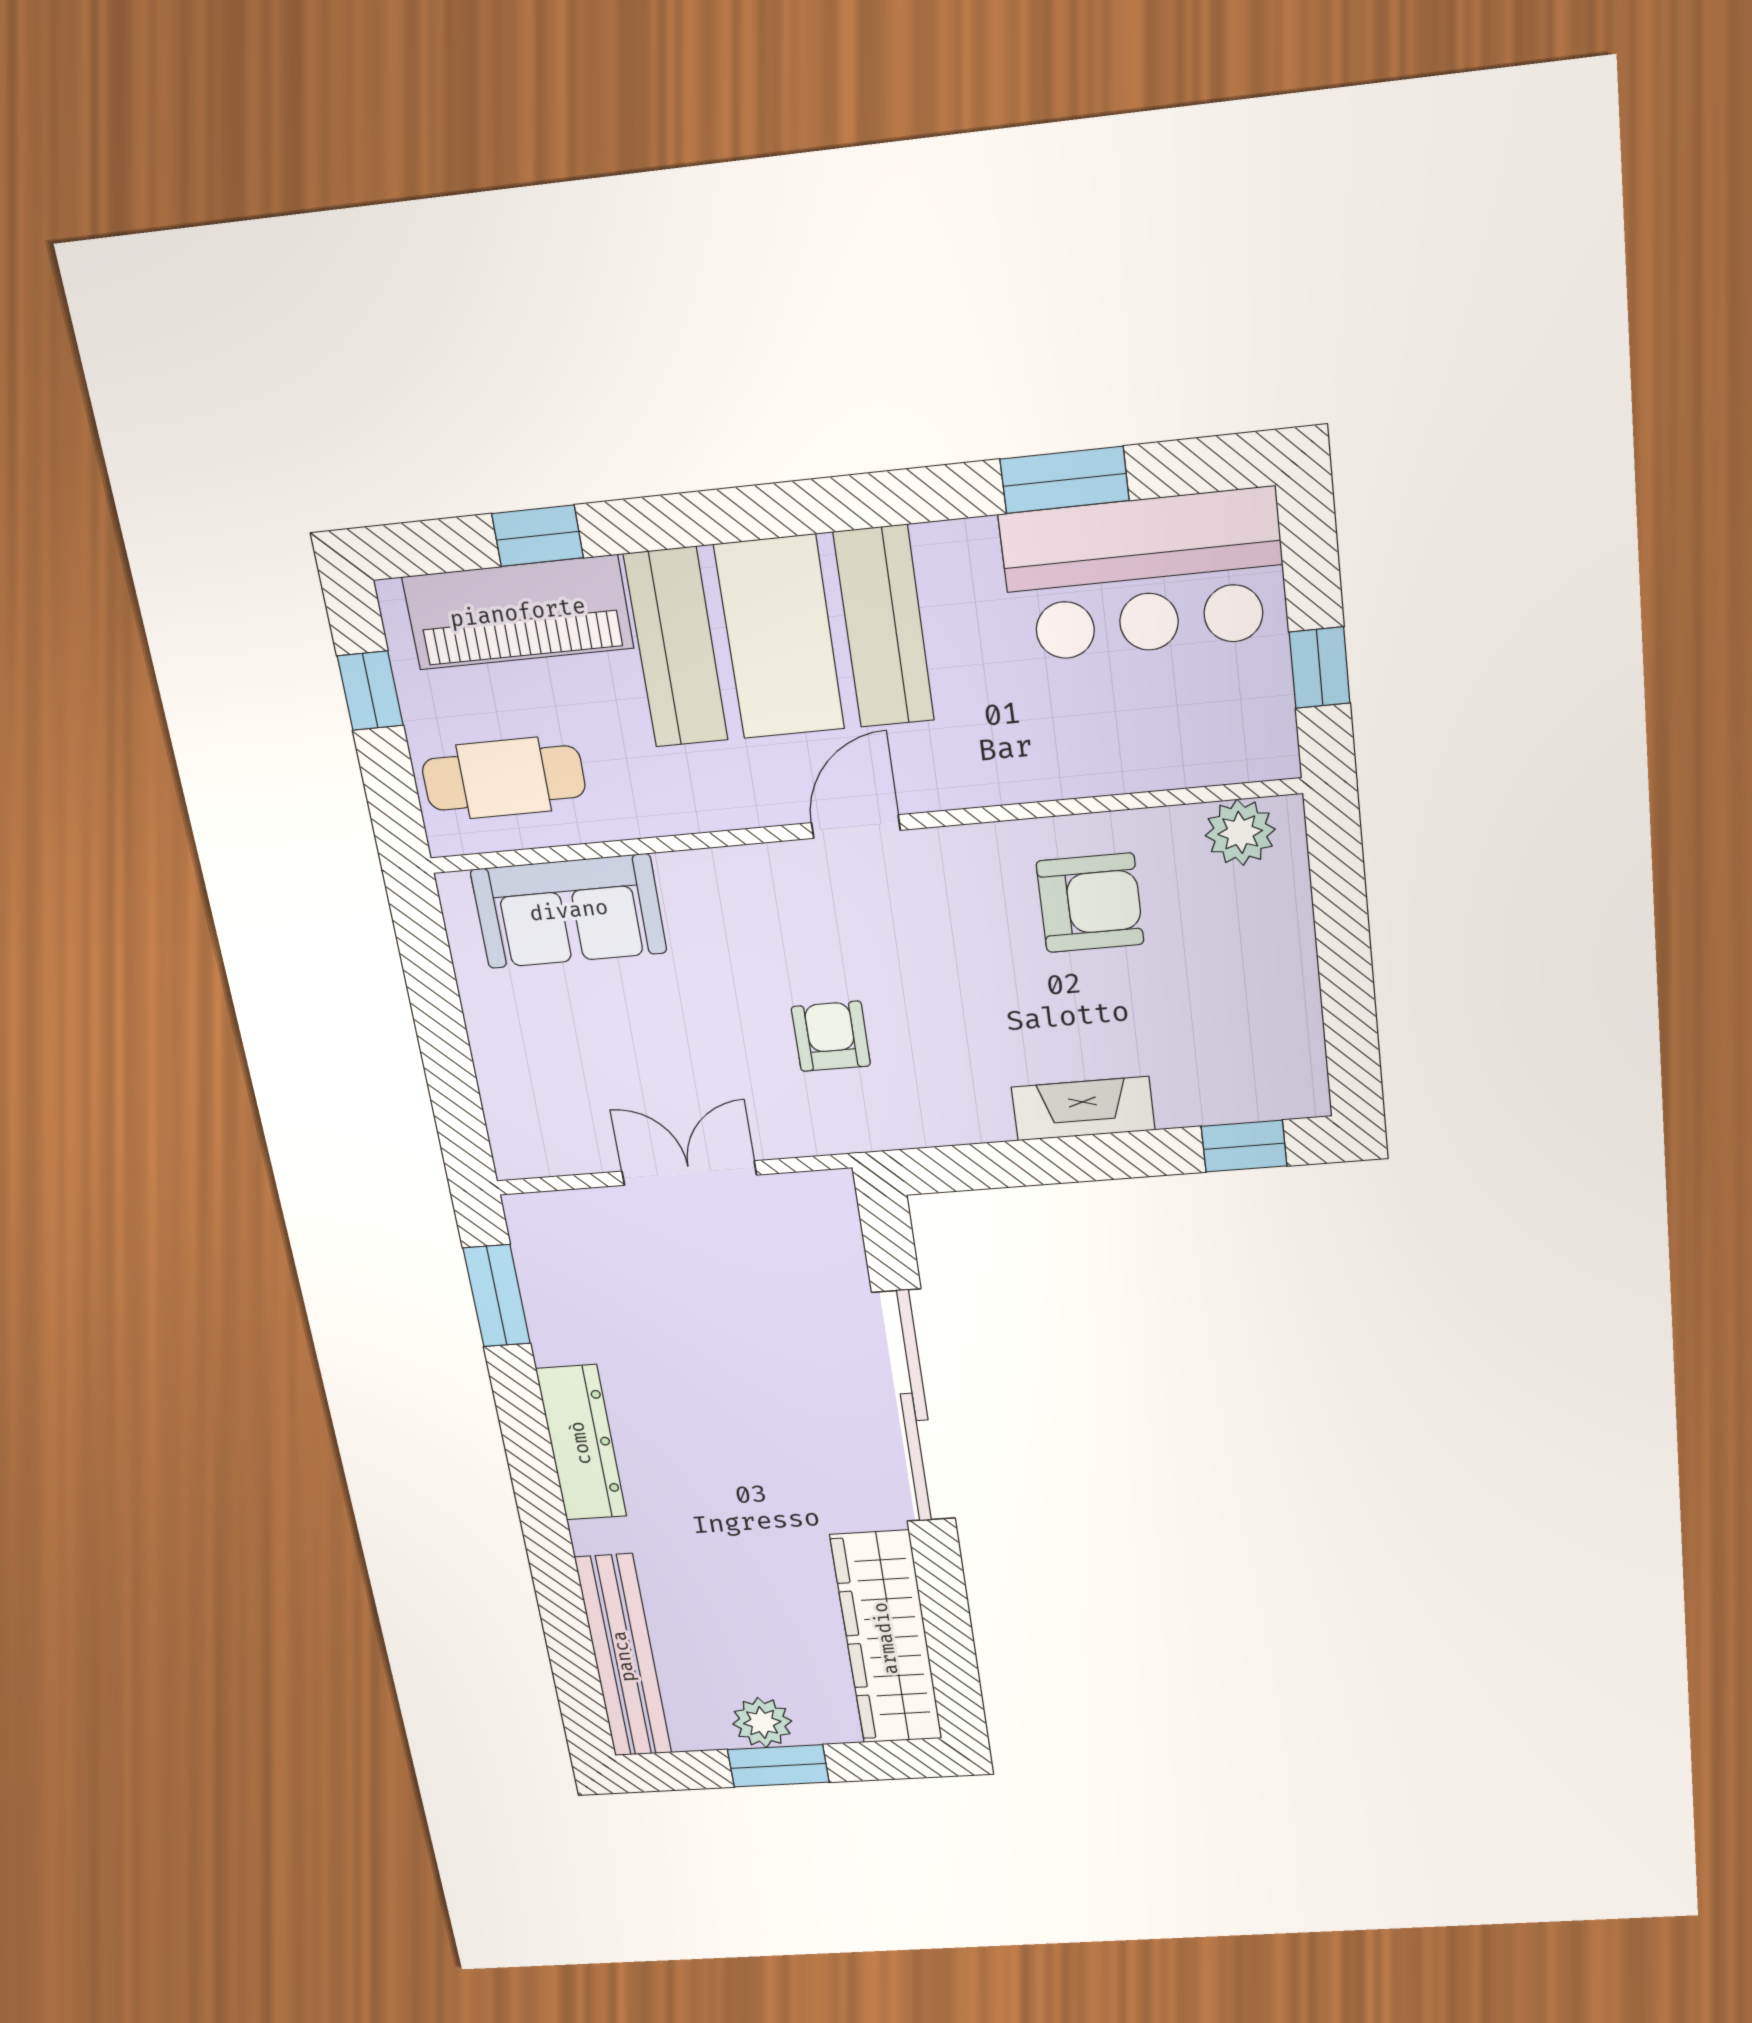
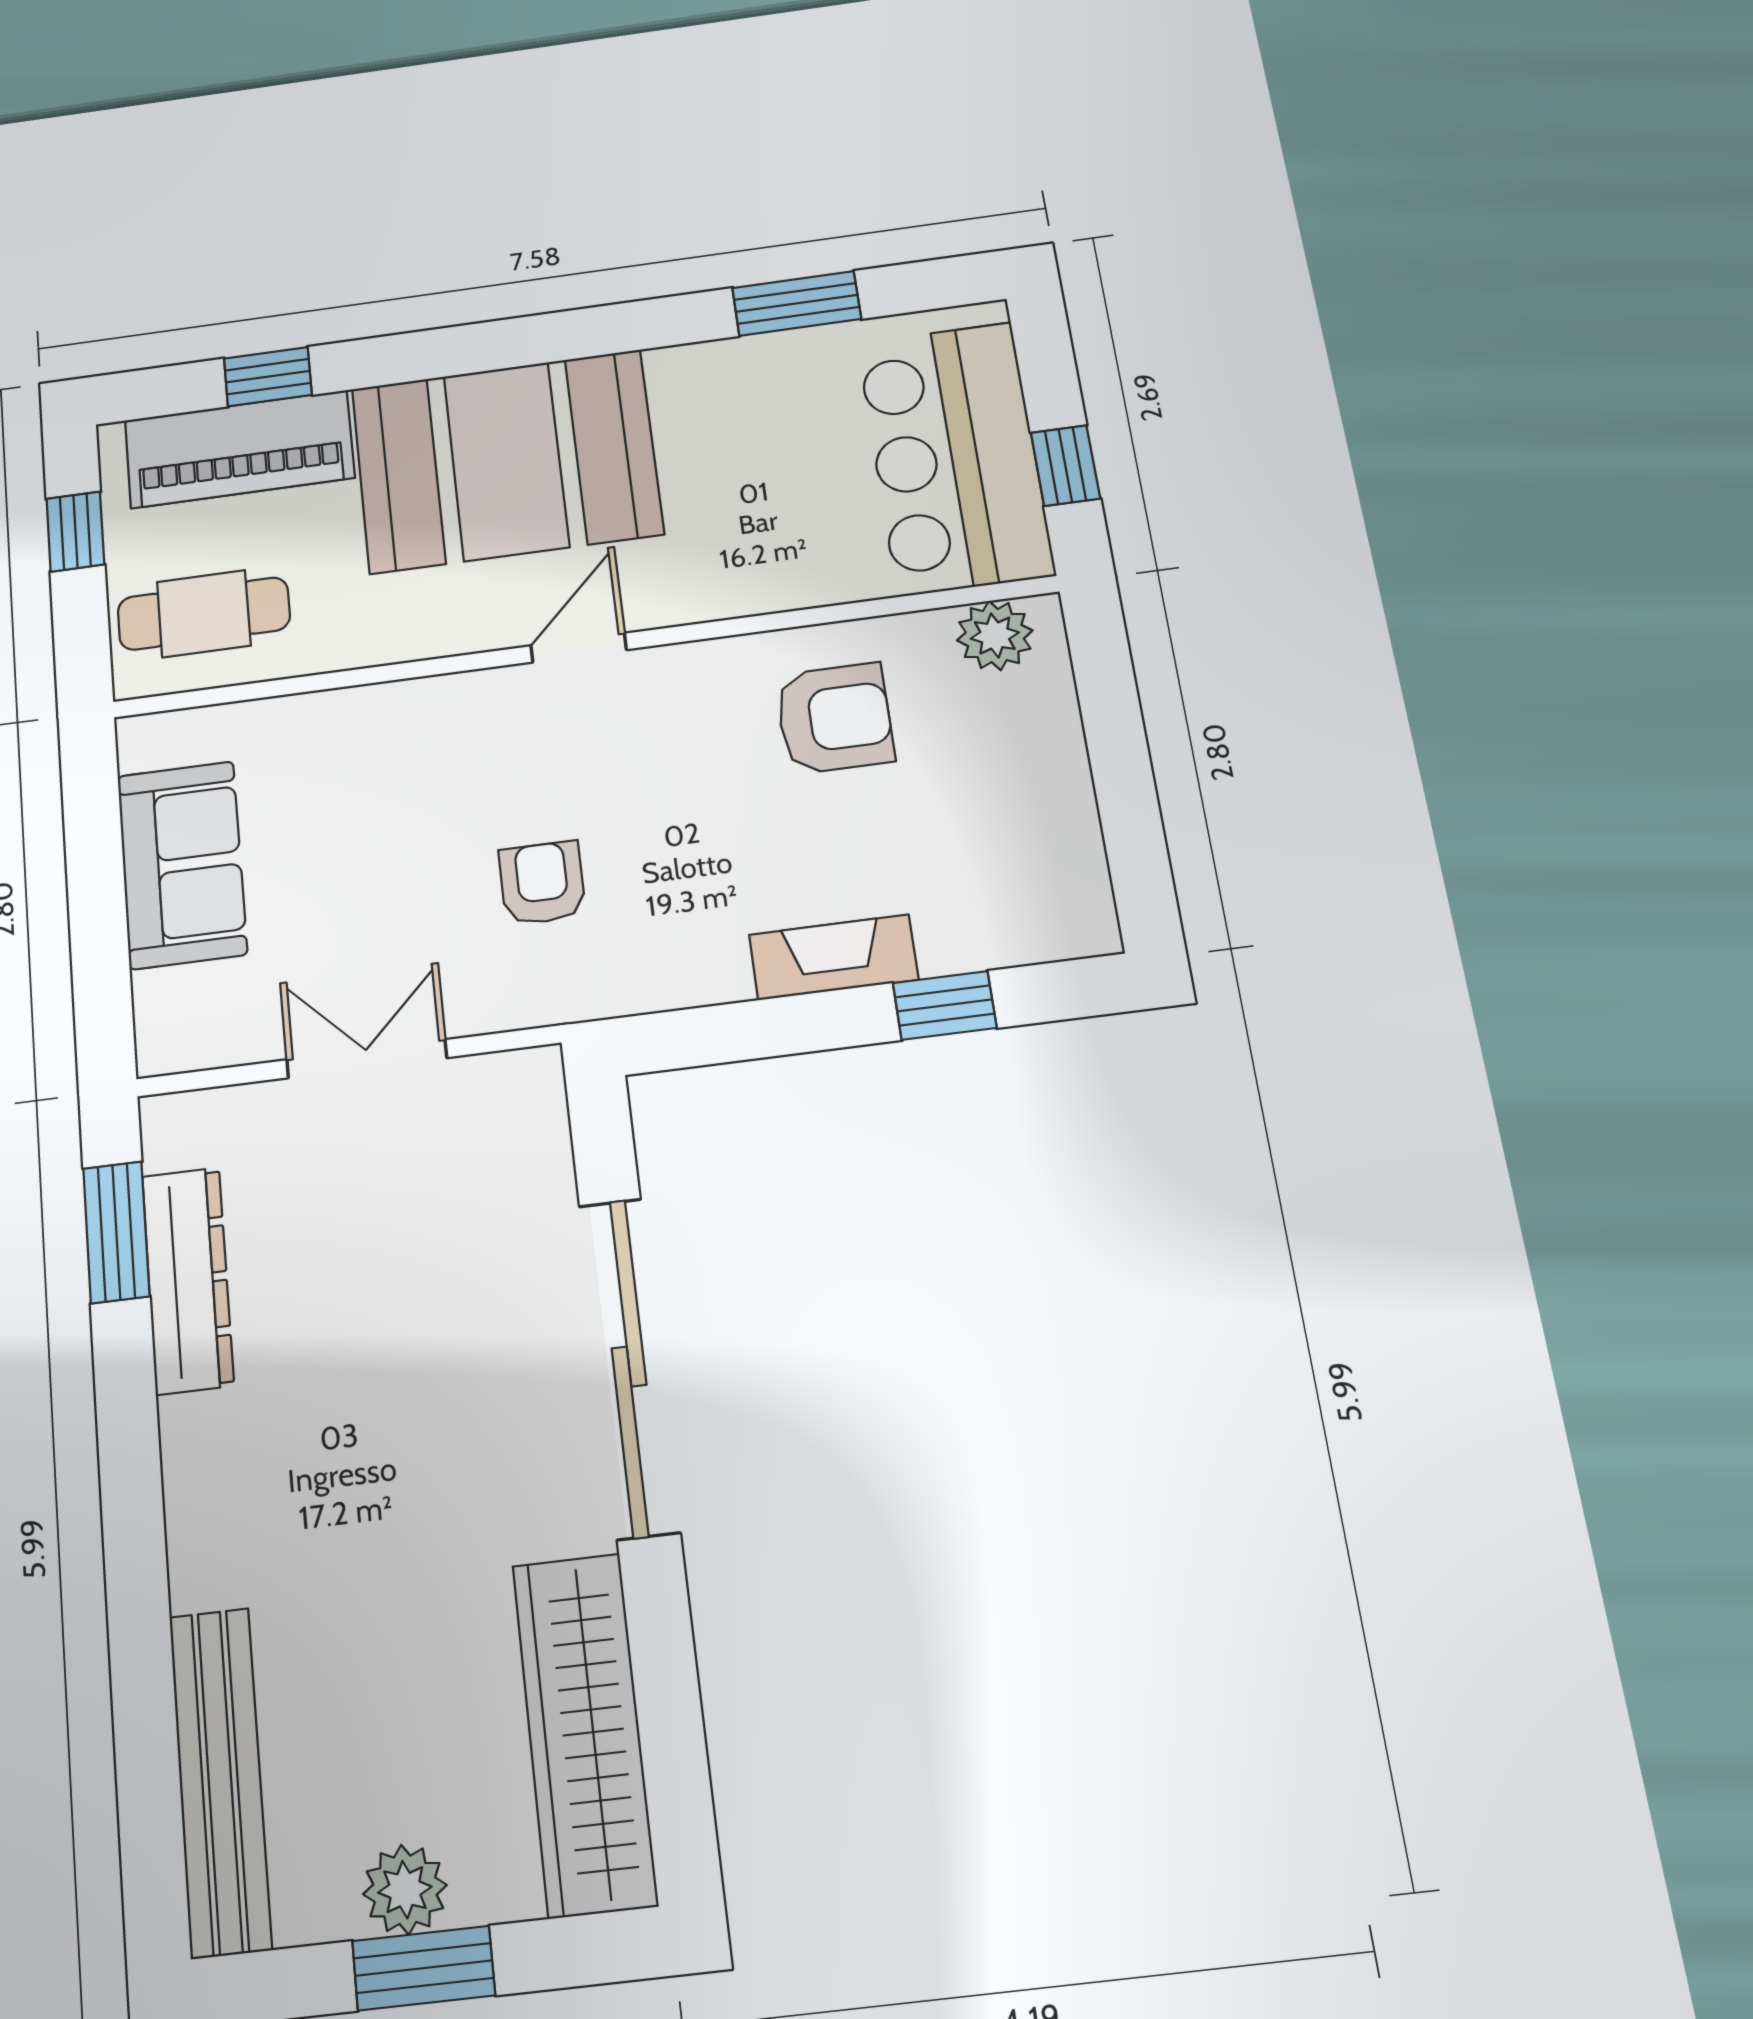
bar counter: (1144, 575) -> (955, 458), moved, turned 90
sofa: (569, 911) -> (182, 865), moved, turned -90
window: (1244, 1146) -> (945, 1005), moved
dresser: (581, 1443) -> (188, 1280), moved

